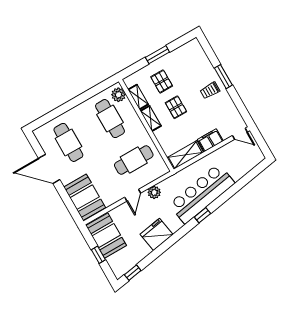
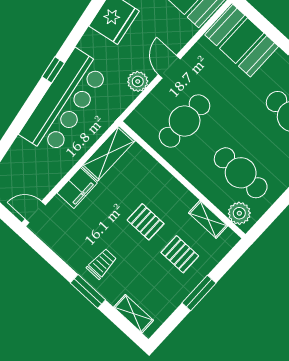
shelving: (151, 118) -> (134, 314), moved

